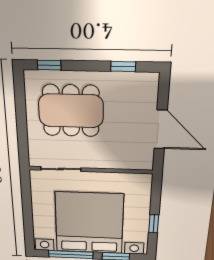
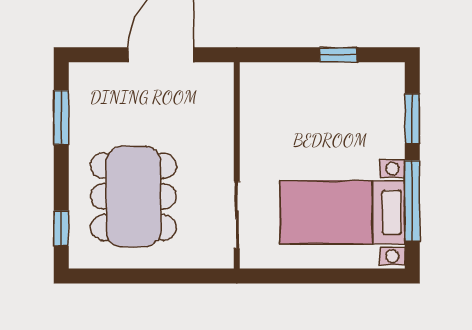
window: (123, 66) -> (61, 117), width x1.50
bed with nightstands: (89, 223) -> (342, 212), width x0.54

